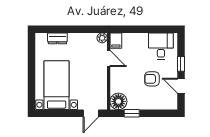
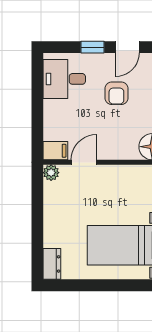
dresser: (57, 38) -> (52, 264), moved

